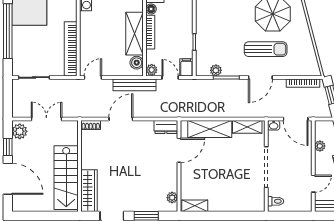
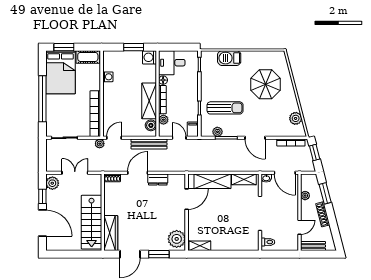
sun lounger: (266, 49) -> (225, 108), moved
plant: (309, 54) -> (296, 118), added
plant: (152, 70) -> (163, 120), moved
door: (260, 77) -> (255, 138), hinge flipped
plant: (76, 84) -> (100, 144), added
dresser: (166, 127) -> (158, 179), moved
plant: (172, 198) -> (177, 239), width x1.87, depth x1.87

